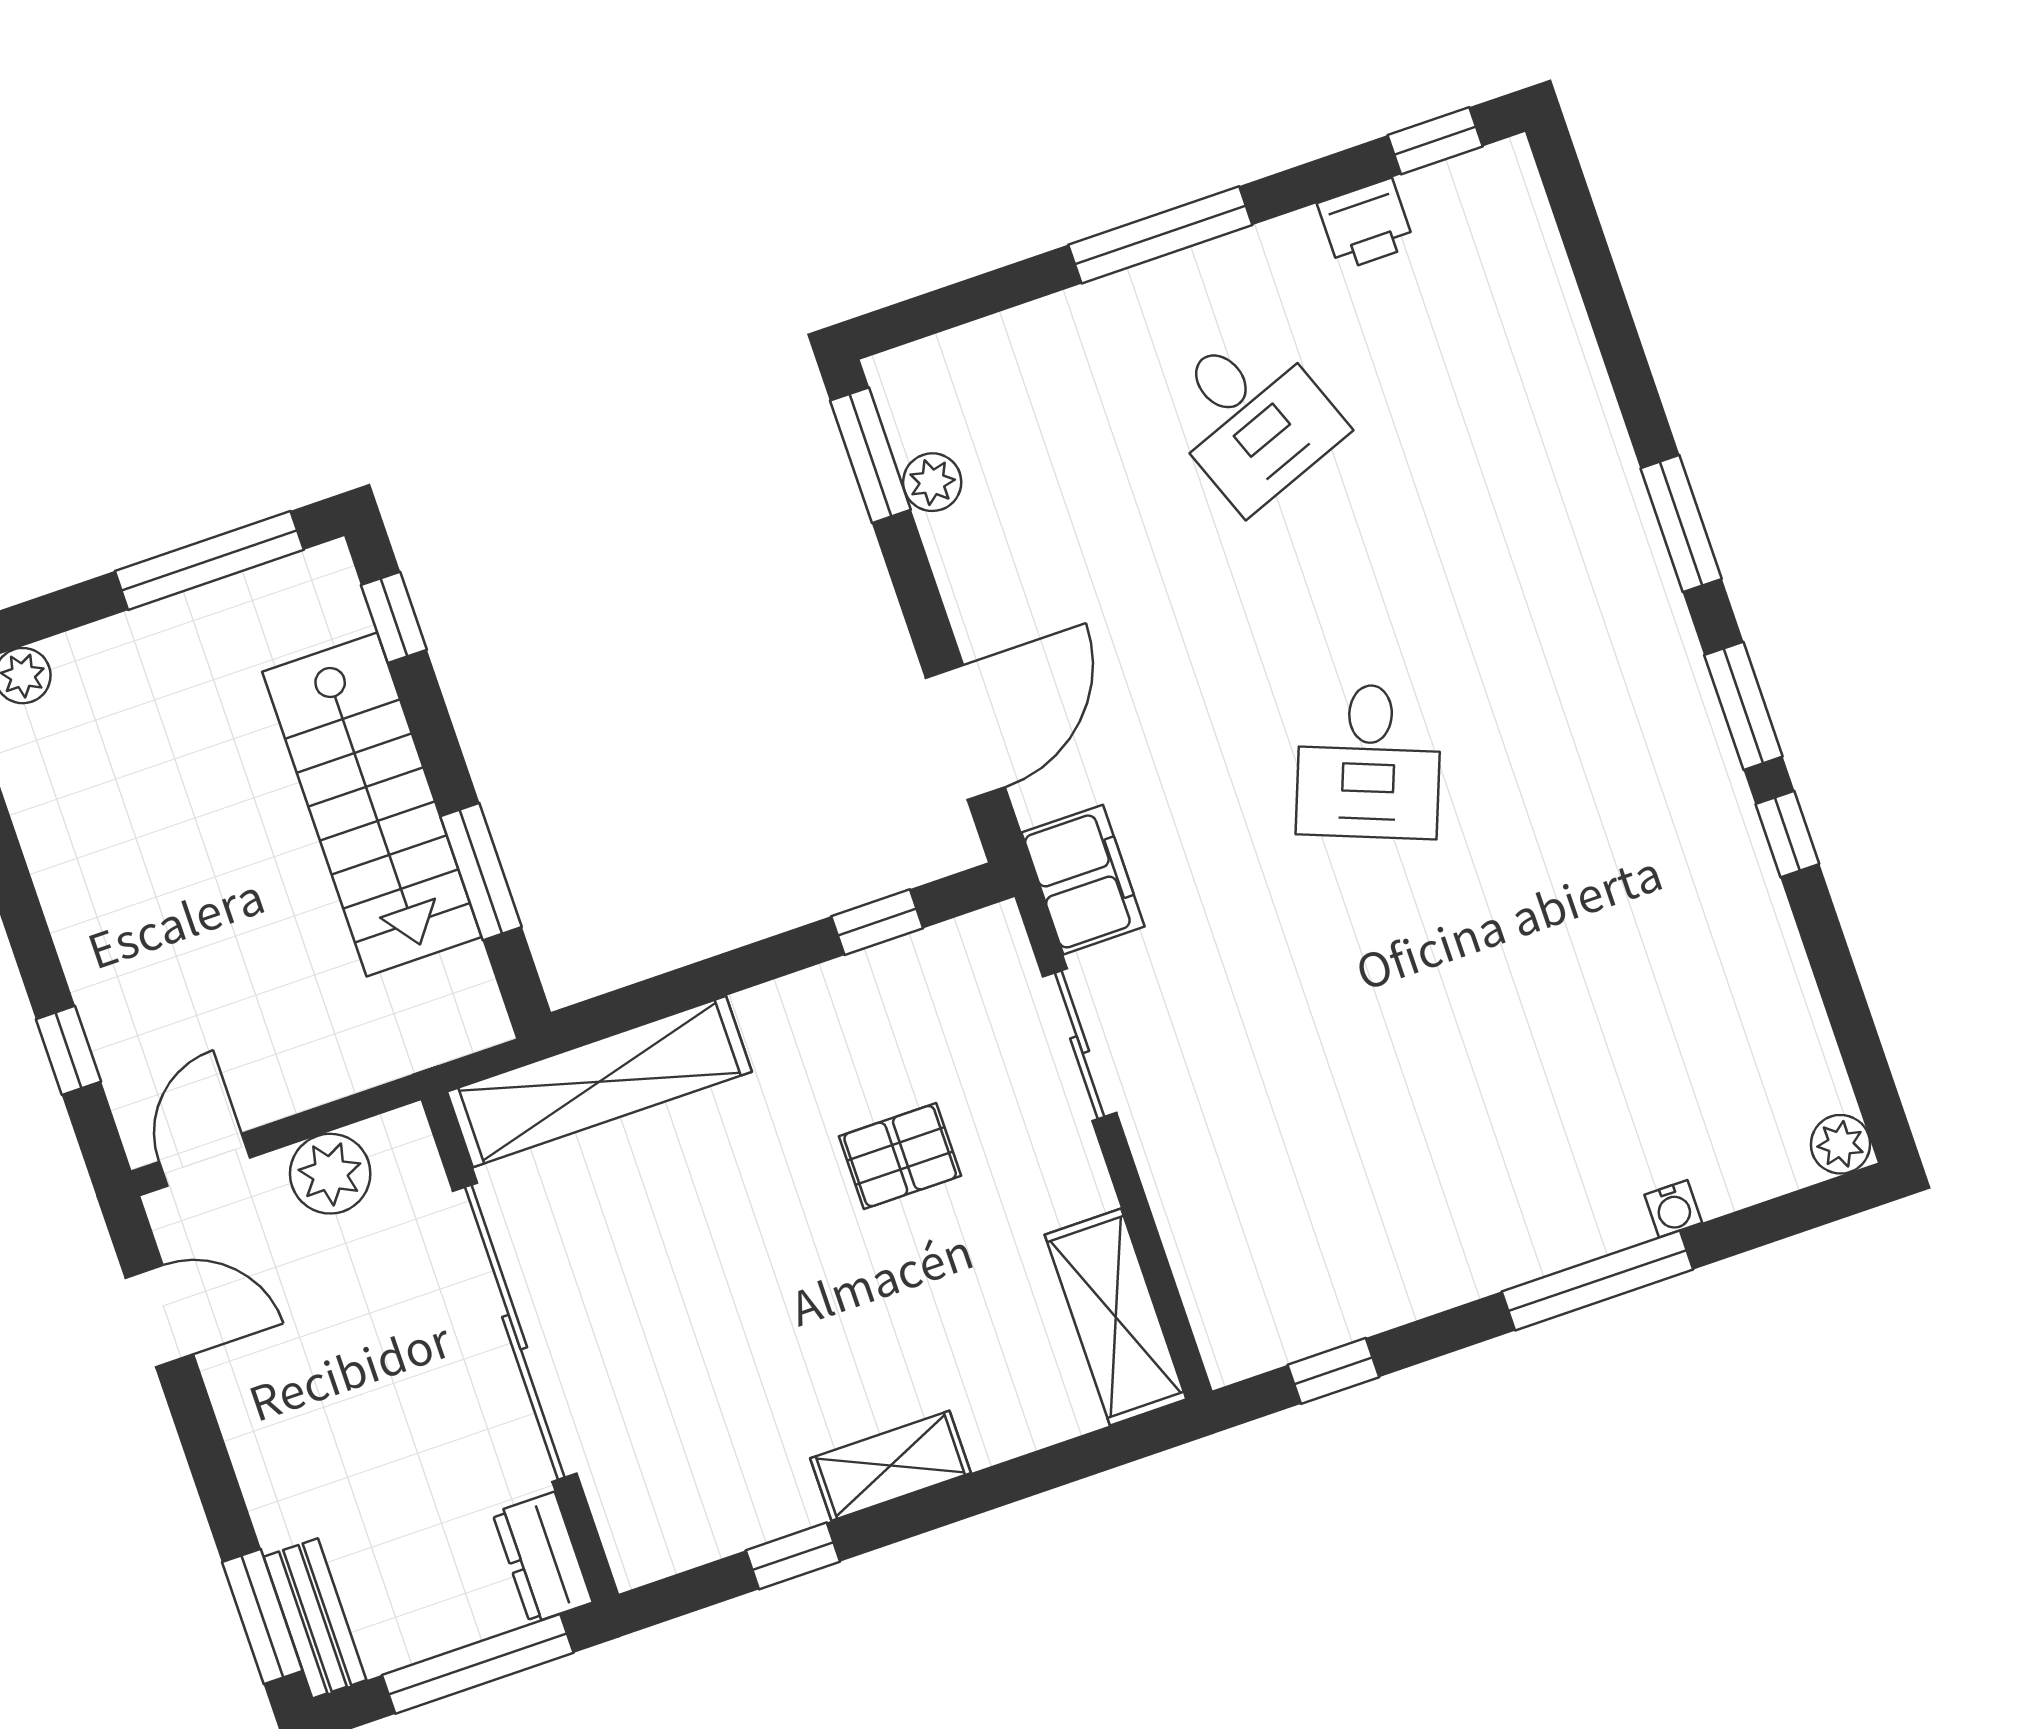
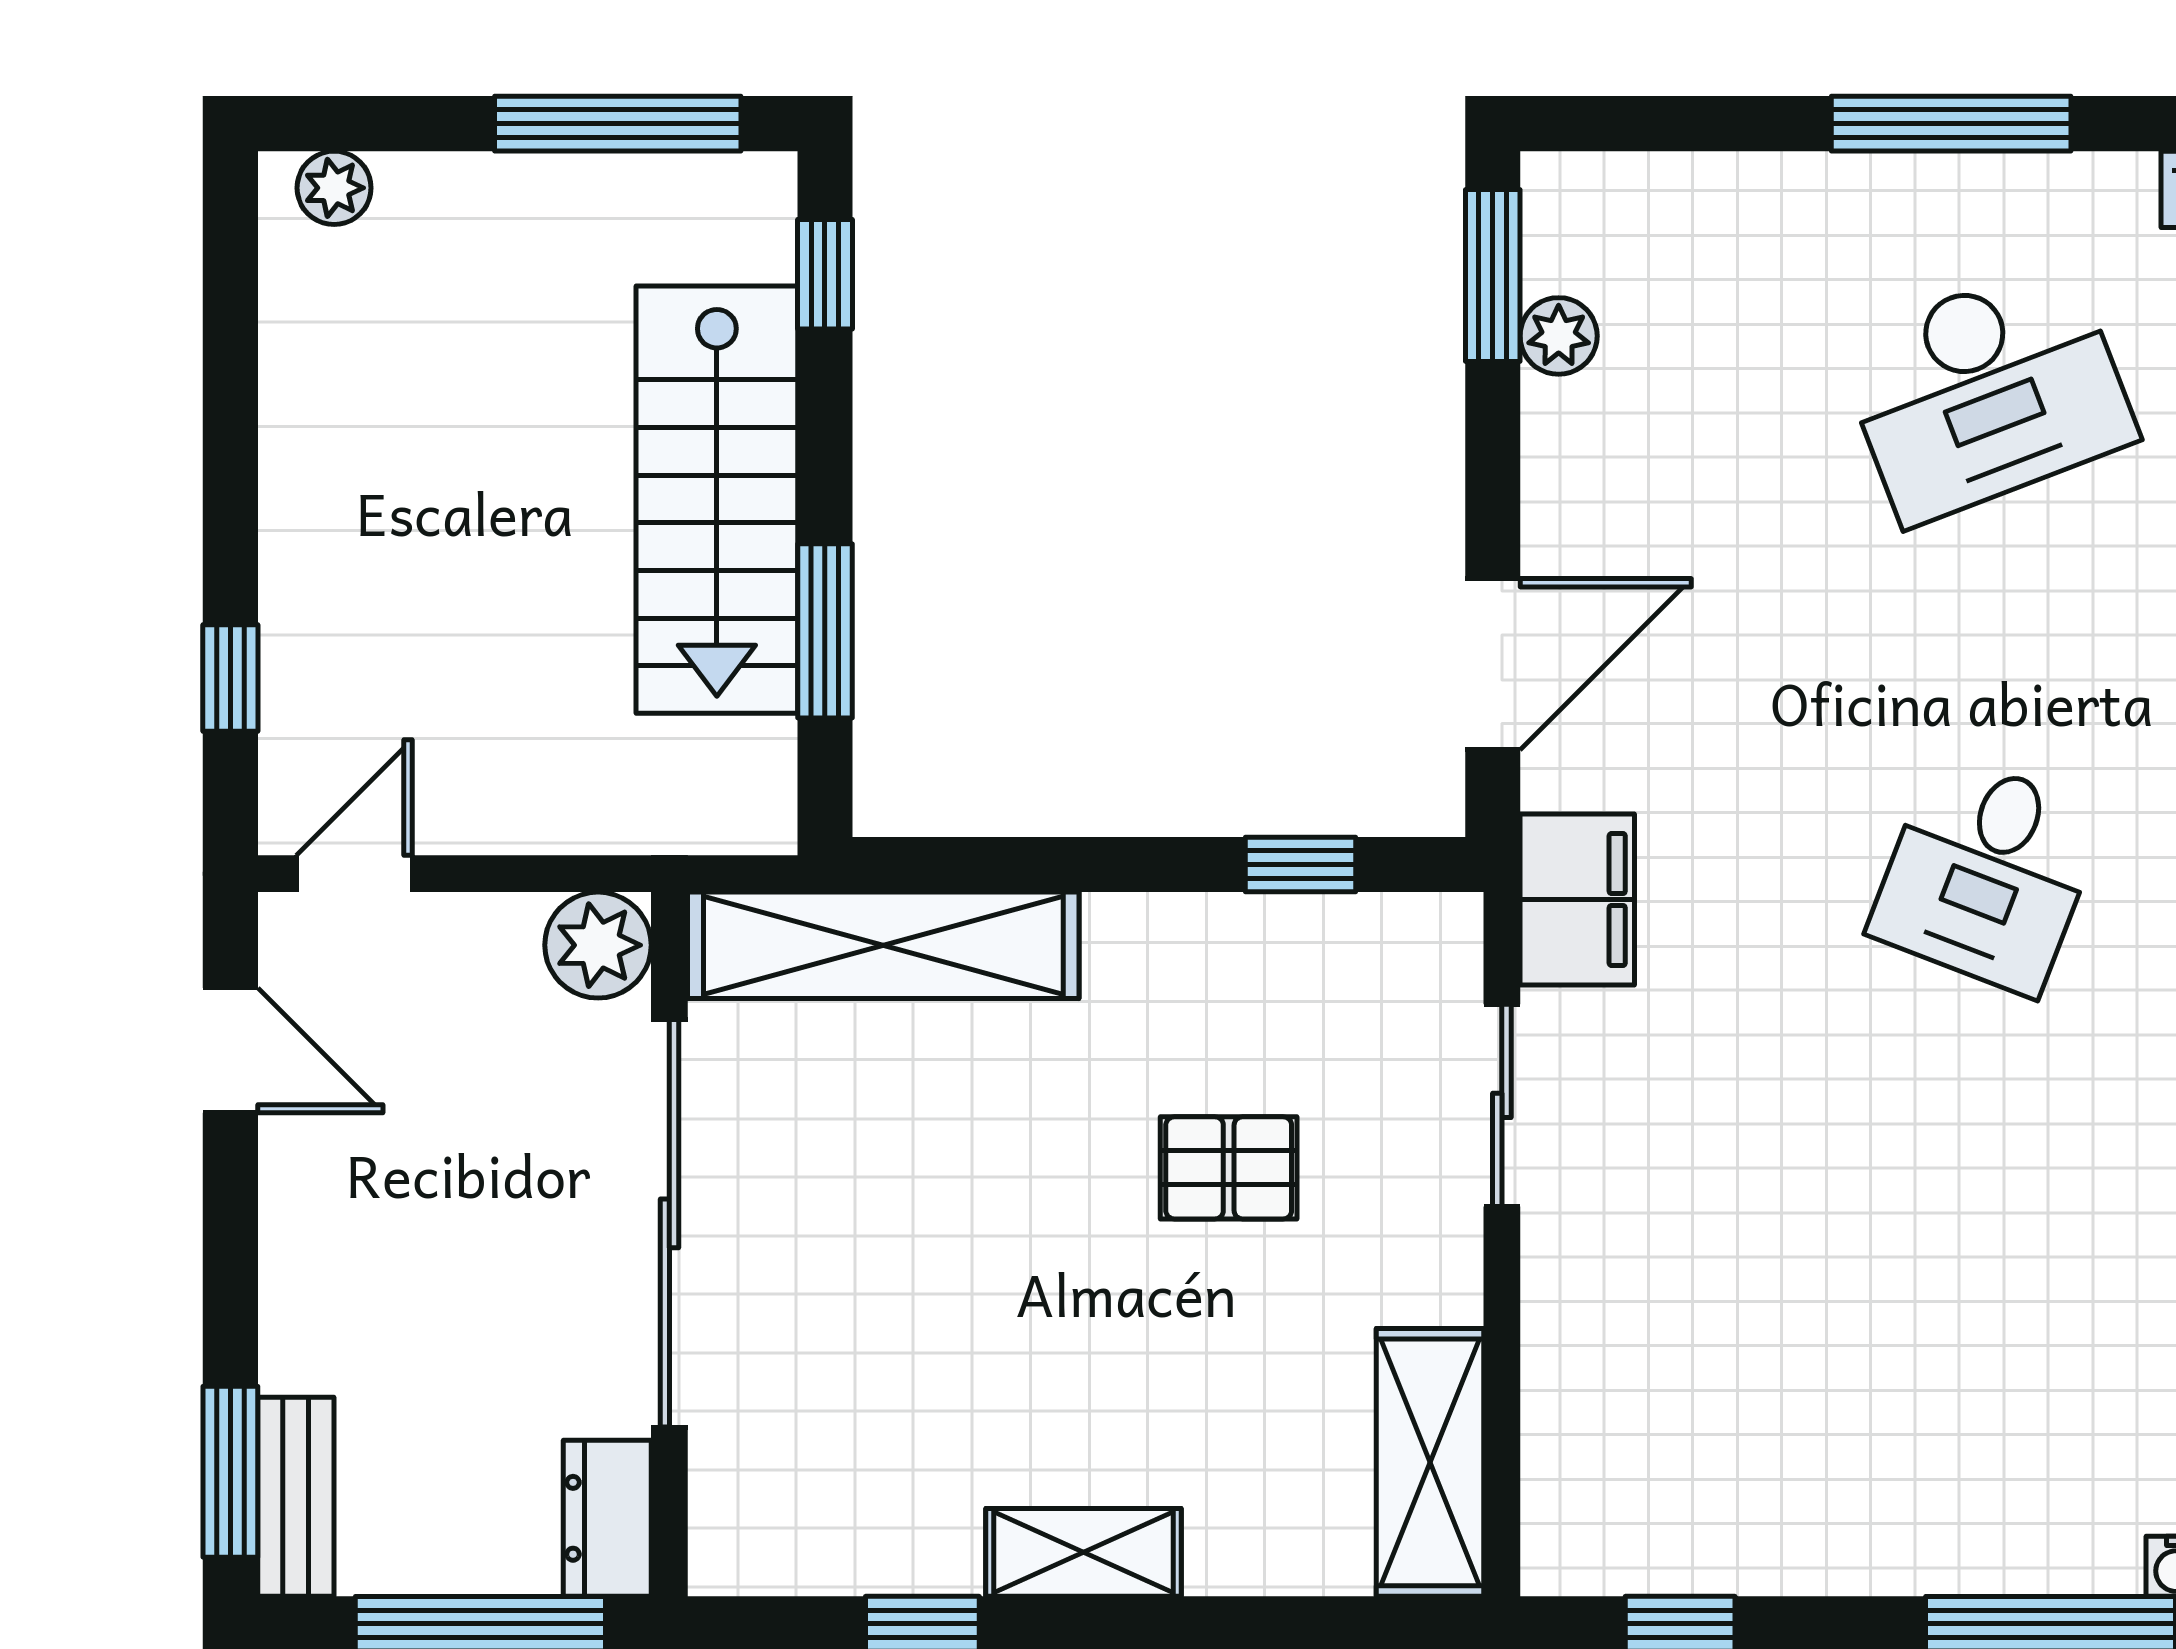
desk: (1251, 417) -> (1987, 392), width x1.37
plant: (330, 1174) -> (598, 945), moved

